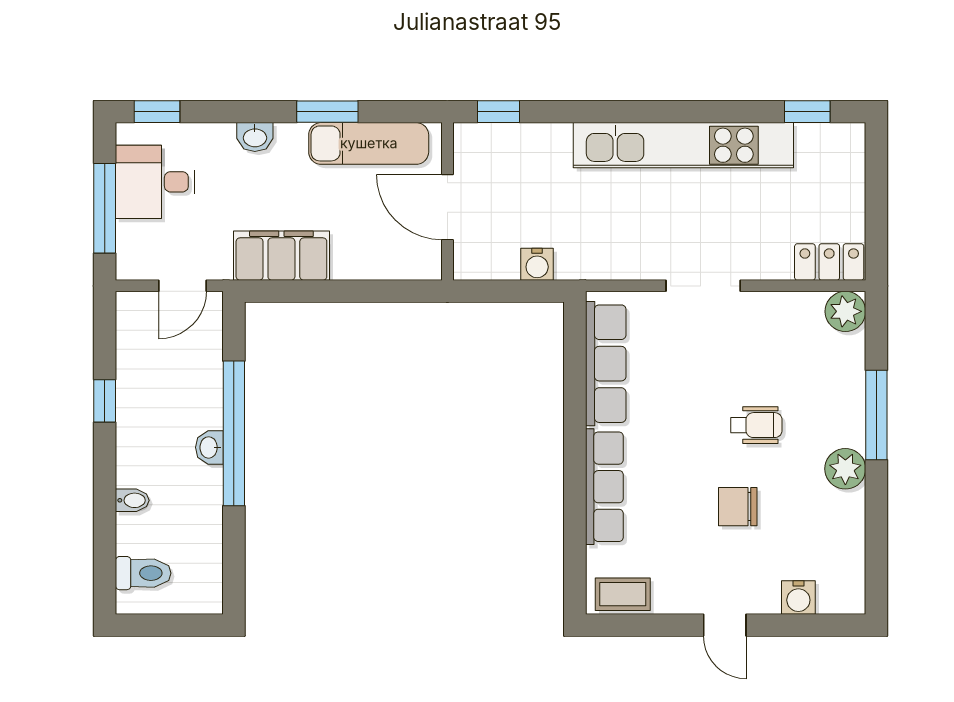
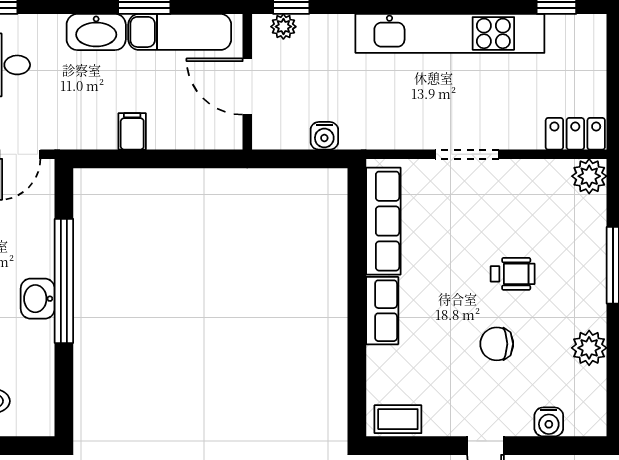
washbasin: (255, 137) -> (96, 32), width x1.91, depth x1.45
plant: (489, 137) -> (283, 27), added
filing cabinet: (281, 256) -> (132, 131), width x0.33, depth x0.86
washbasin: (209, 447) -> (38, 299), width x1.38, depth x1.45
plant: (845, 469) -> (589, 348), moved
row of seats: (604, 487) -> (382, 311), width x0.68

